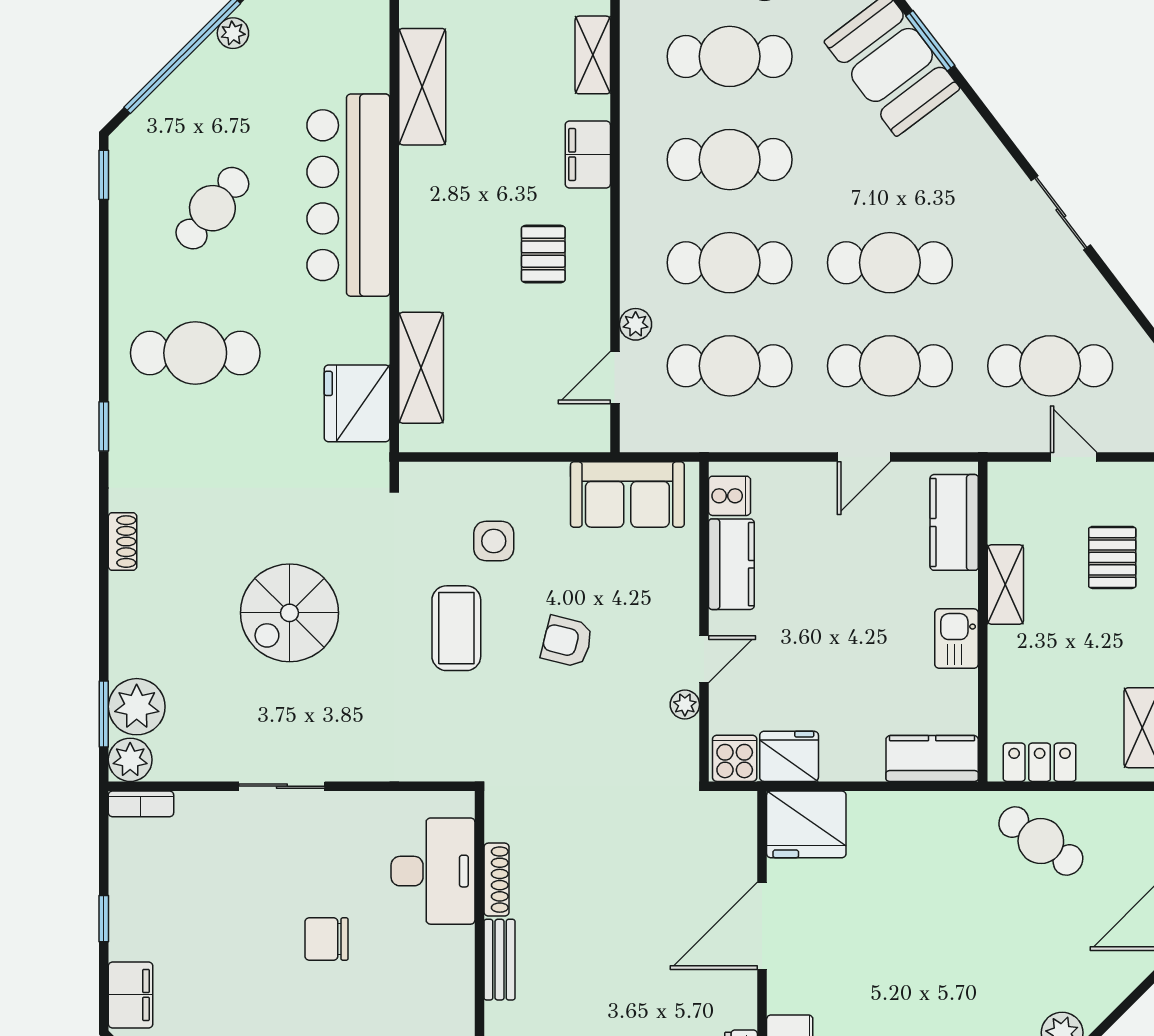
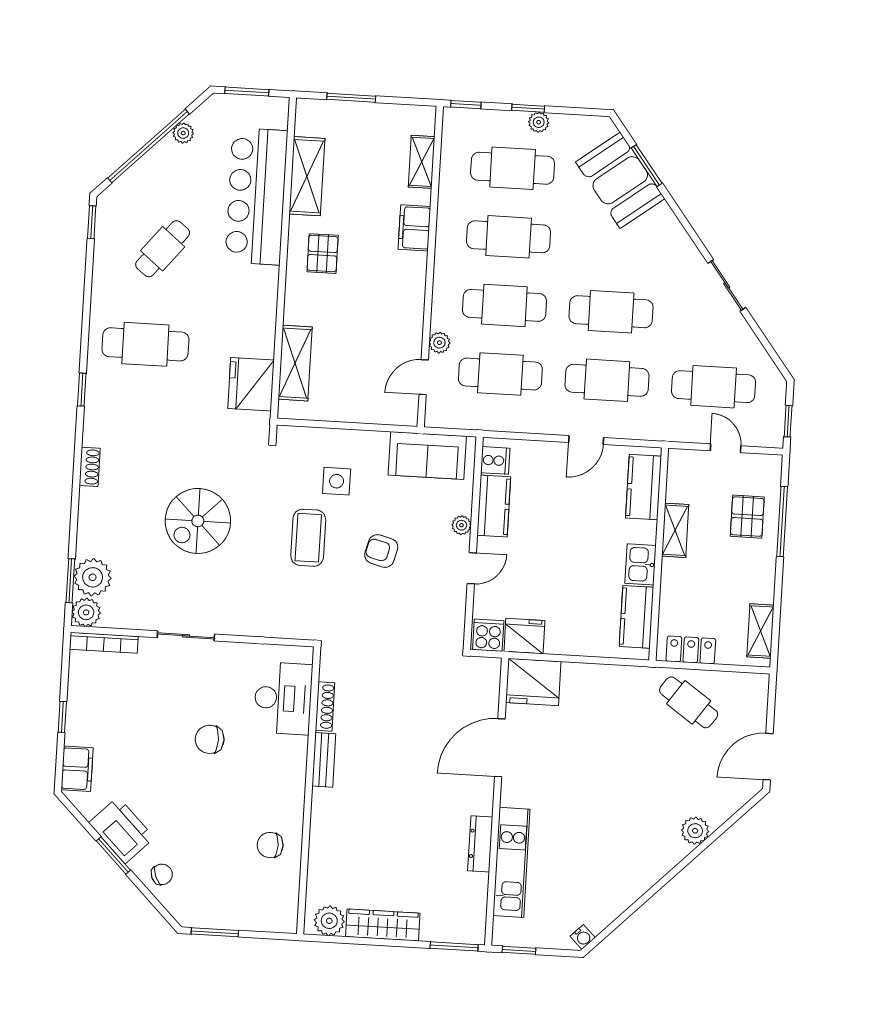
bar counter: (348, 195) -> (256, 196), moved
pallet: (543, 254) -> (323, 254), moved
plant: (685, 705) -> (461, 525), moved
kitchen counter: (932, 758) -> (636, 617), moved, turned -90
bookcase: (141, 804) -> (104, 643), width x1.56

